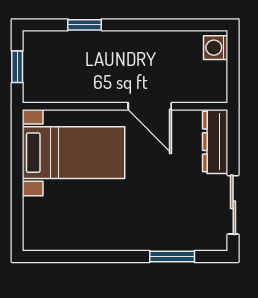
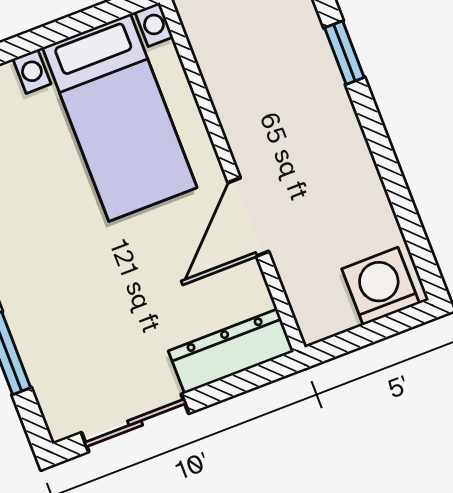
washing machine: (216, 48) -> (381, 286), width x1.38, depth x1.38

